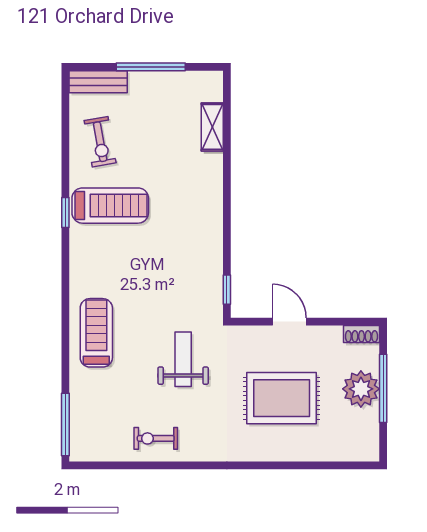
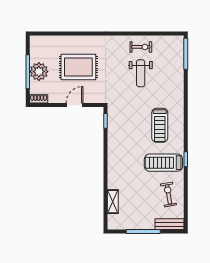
door: (289, 322) -> (74, 105), swing flipped
treadmill: (96, 333) -> (160, 125), moved
weight bench: (183, 359) -> (141, 73), moved

